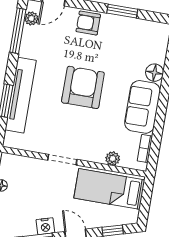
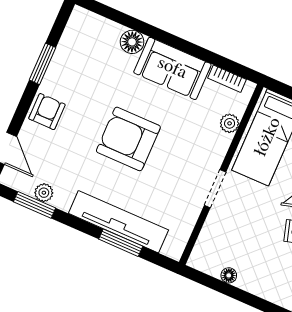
plant: (31, 18) -> (44, 193), moved
armchair: (88, 23) -> (47, 112), turned 180
window: (18, 31) -> (34, 205), width x0.69

